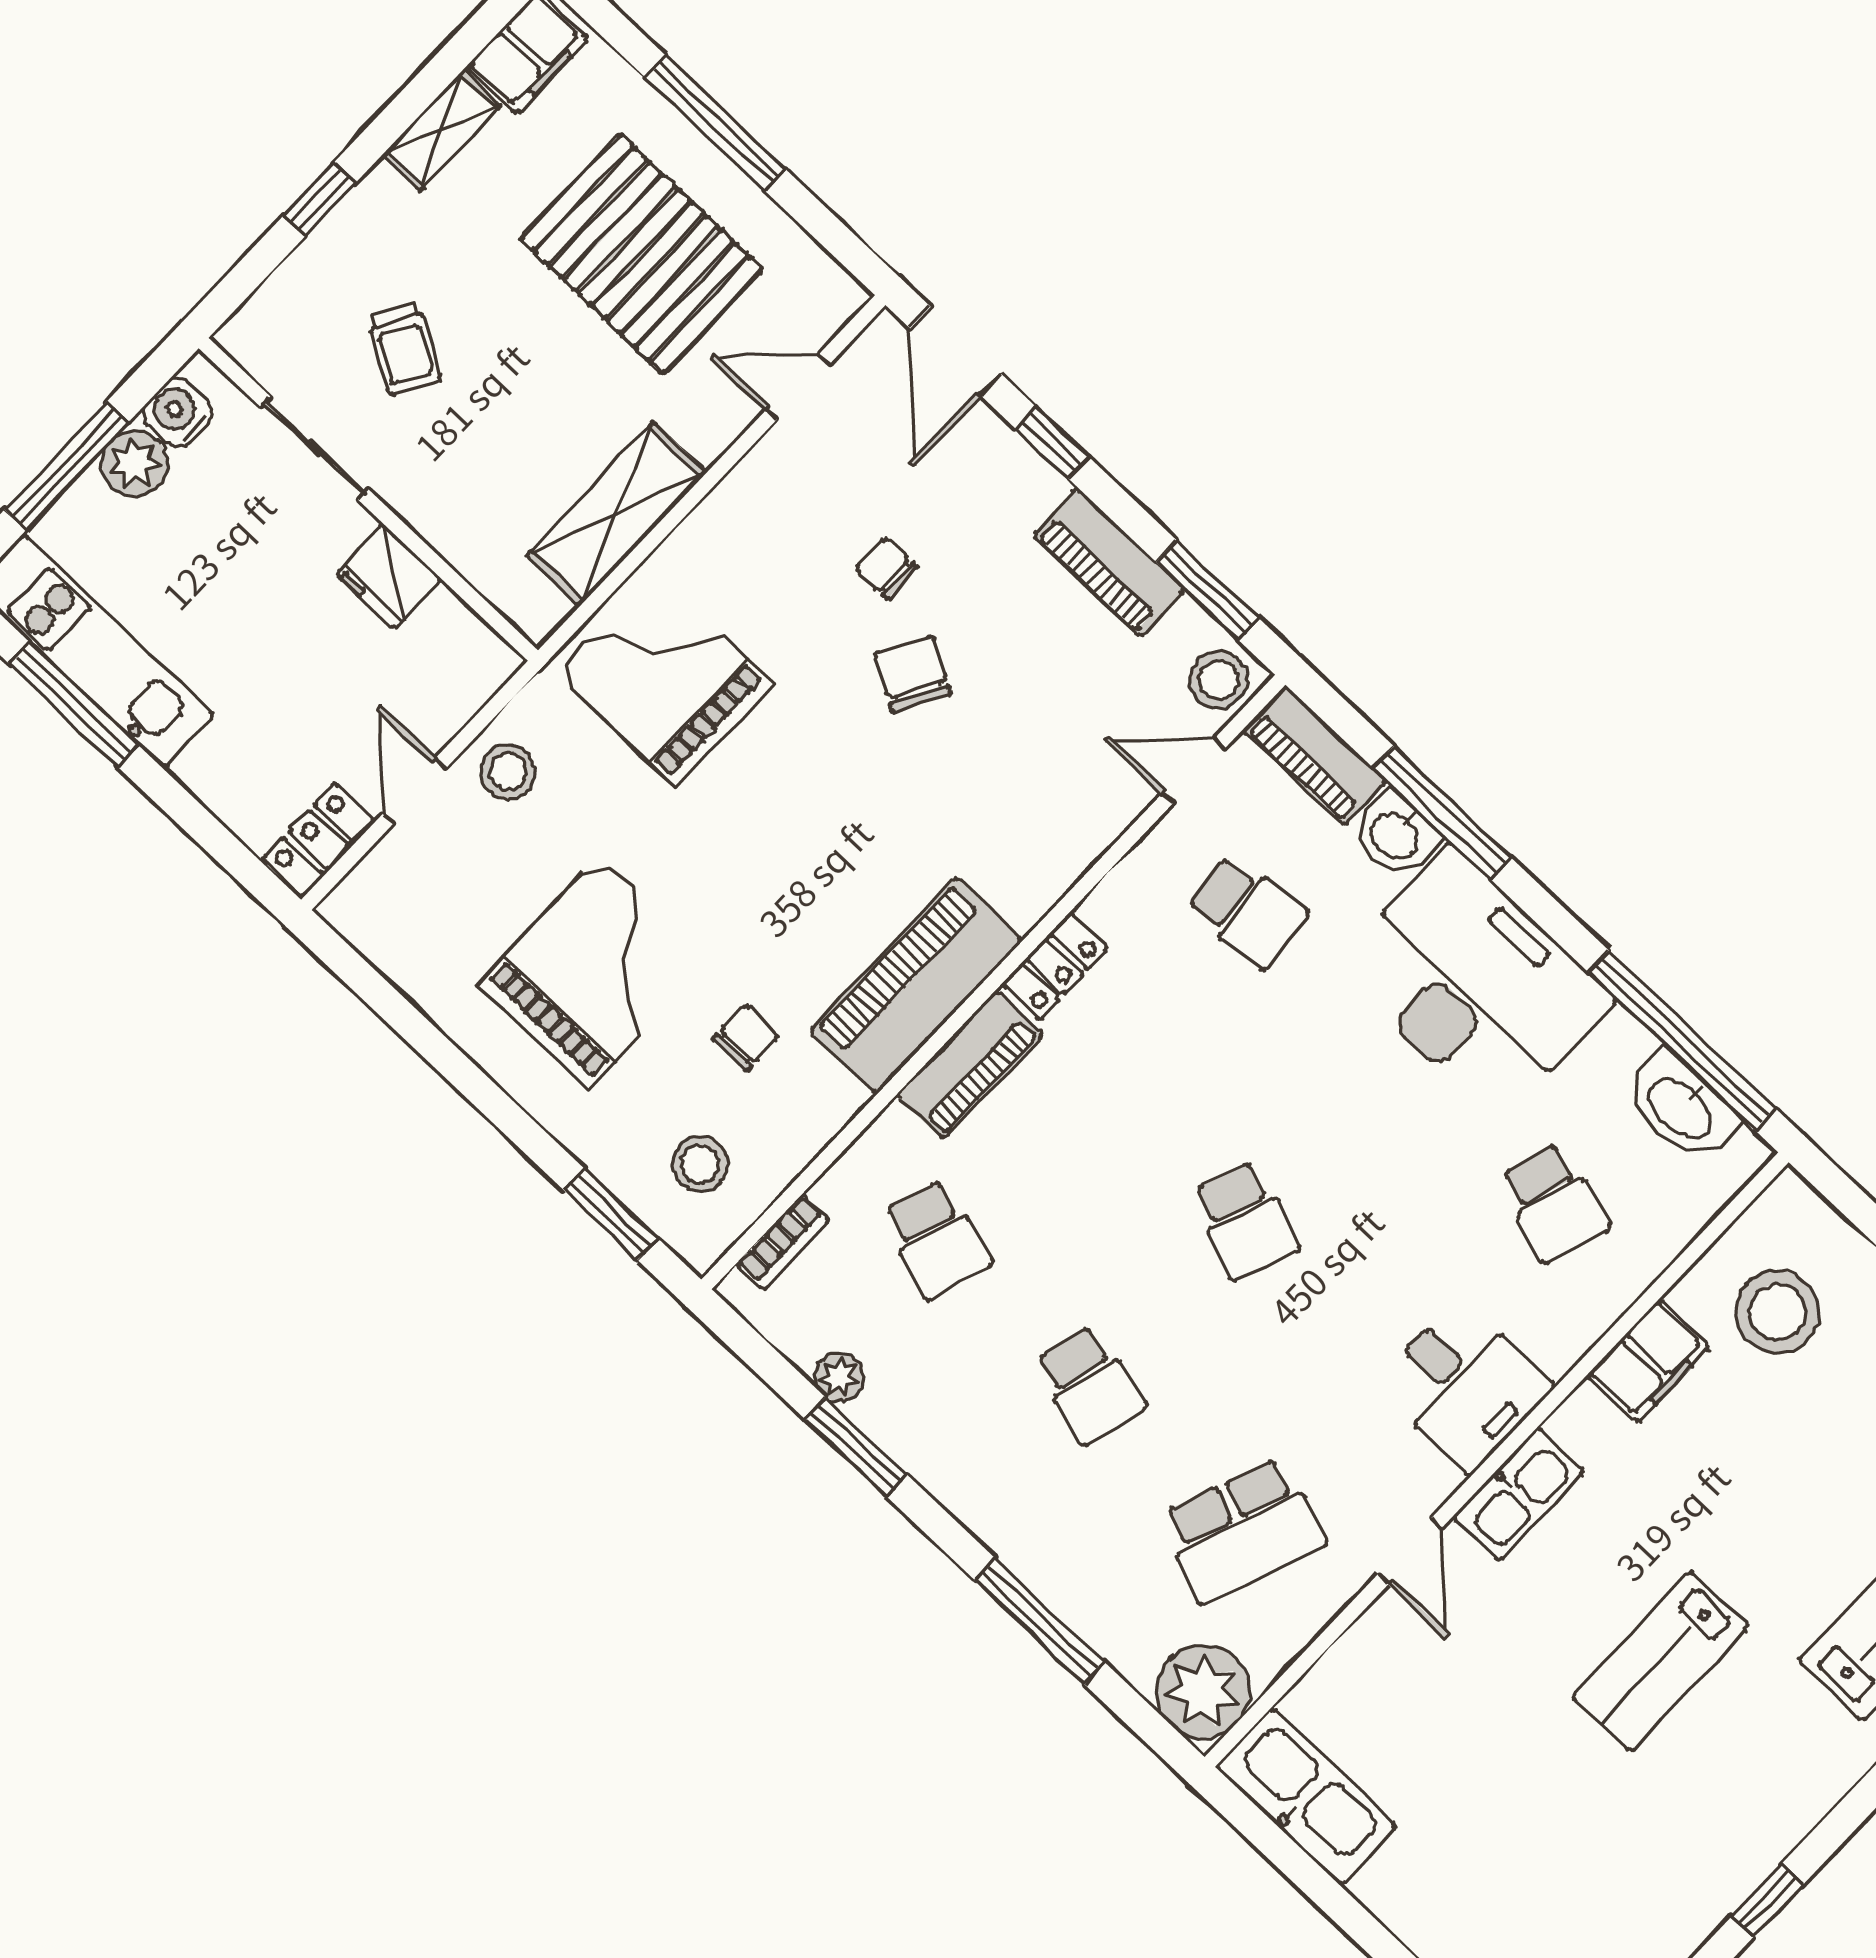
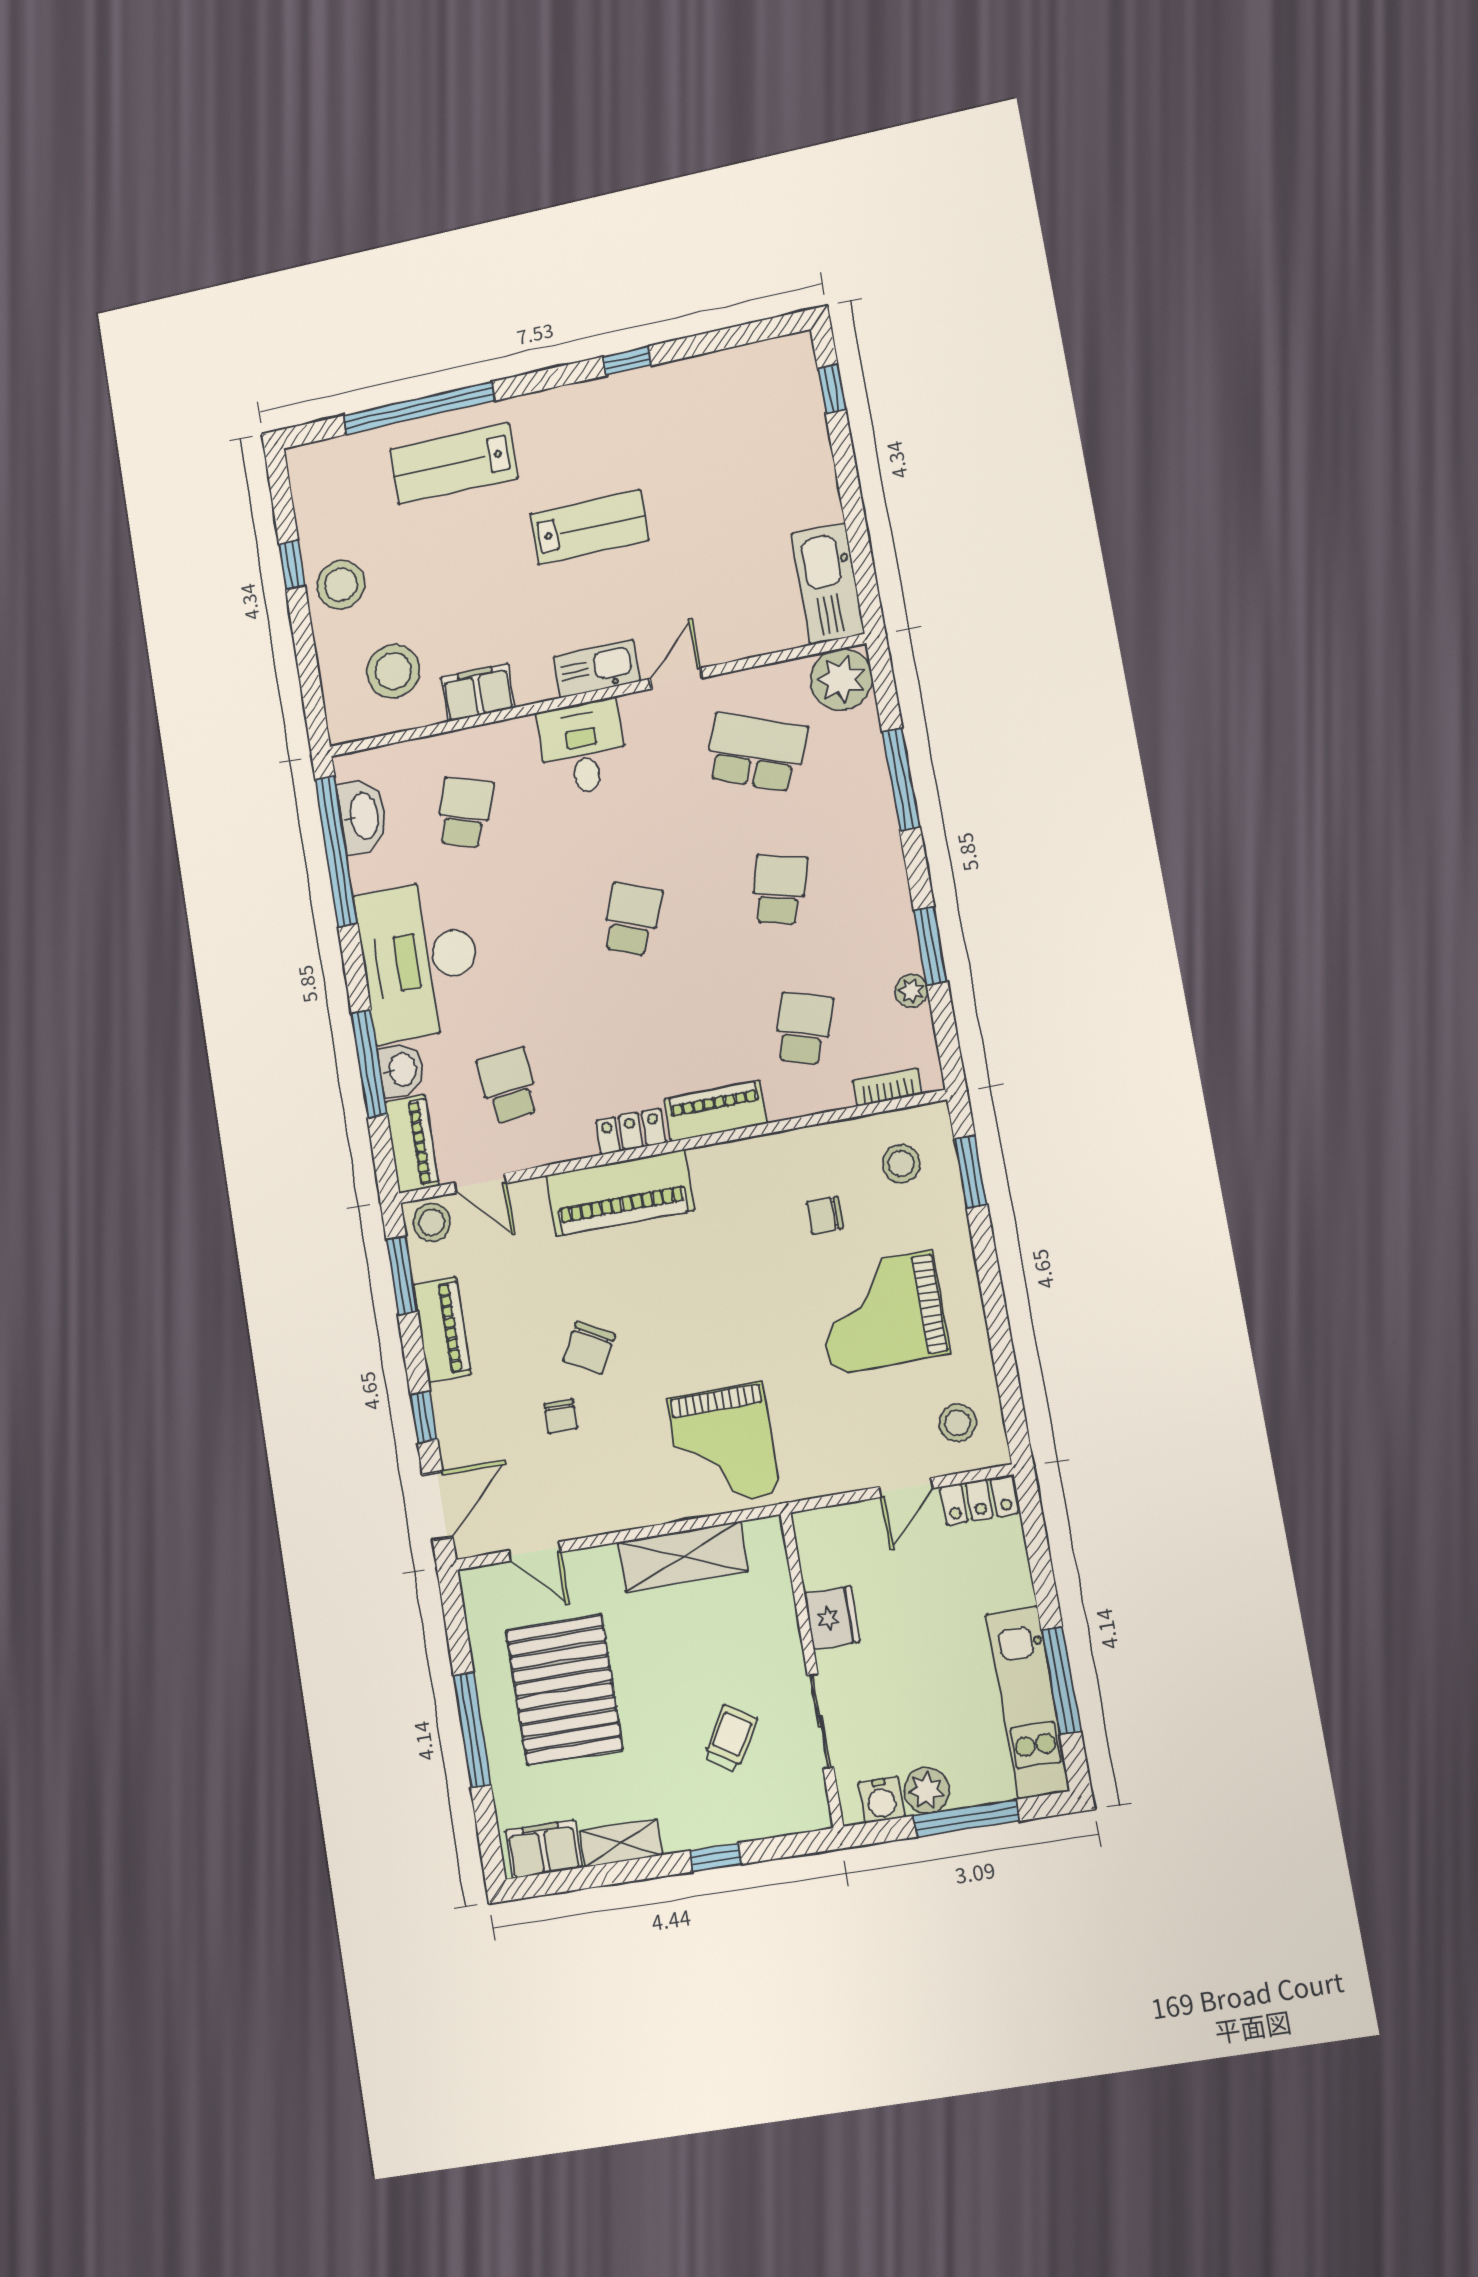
stool: (508, 772) -> (957, 1423), moved
piano: (916, 986) -> (620, 1193), moved

